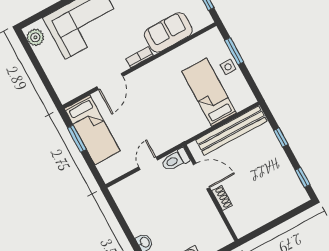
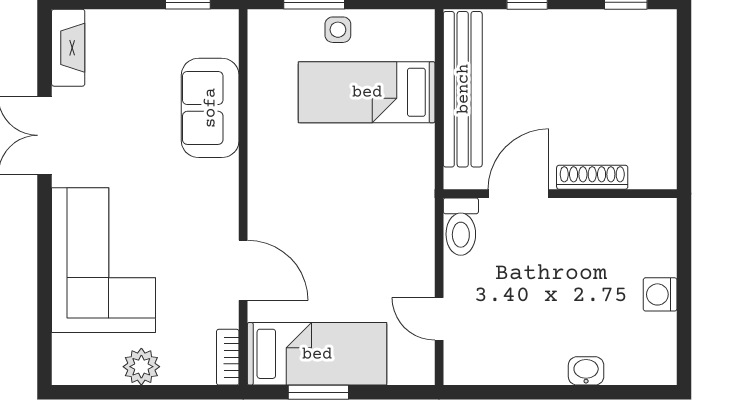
plant: (35, 37) -> (141, 367), moved
bookcase: (140, 57) -> (228, 357), moved
door: (148, 163) -> (439, 319), moved
shoe rack: (222, 198) -> (592, 177), width x1.43

